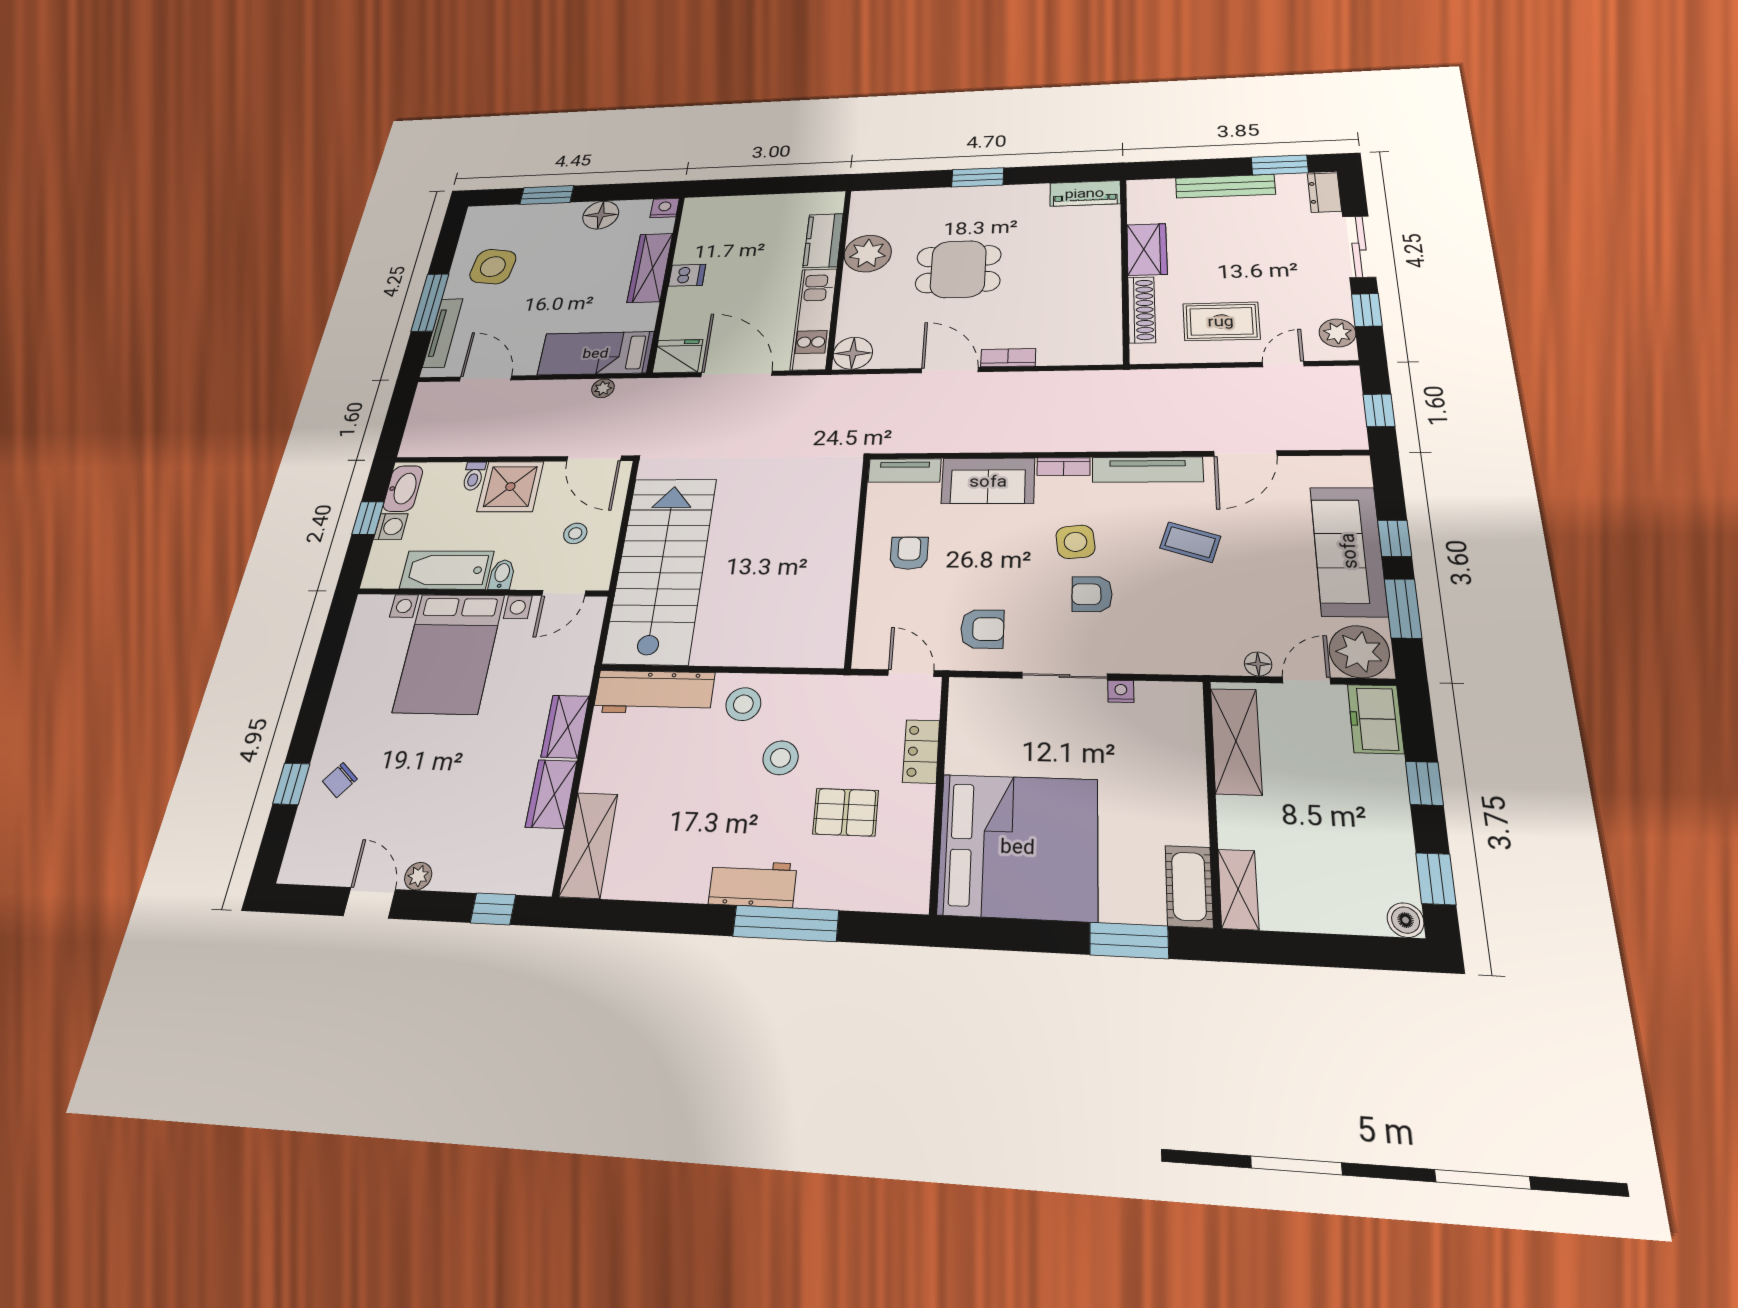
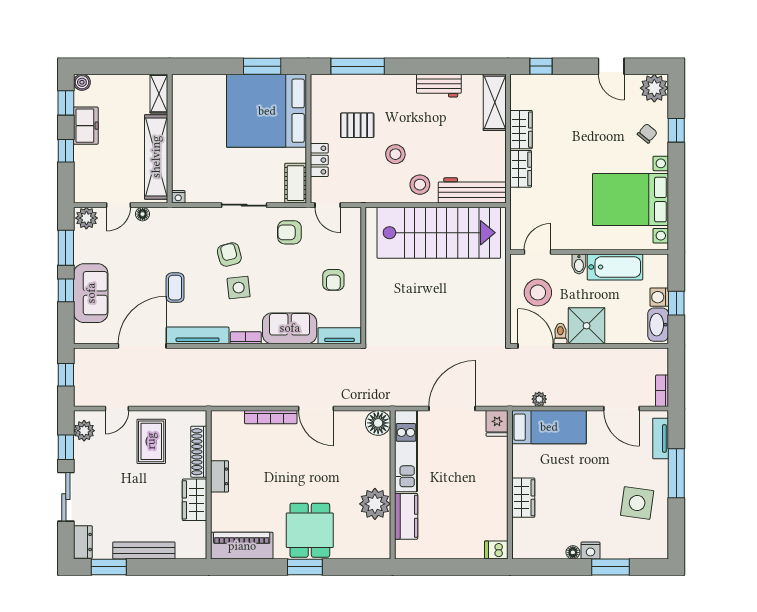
piano: (1085, 193) -> (242, 546), width x1.37, depth x1.33
nightstand: (665, 208) -> (591, 551), moved
floor lamp: (601, 215) -> (573, 552), width x0.53, depth x0.53
wardrobe: (650, 268) -> (523, 498), width x0.67
dining table: (958, 269) -> (310, 530), moved, turned 90
dishwasher: (687, 275) -> (496, 550), moved
dresser: (1107, 279) -> (220, 476), added
rug: (1221, 321) -> (151, 441), turned 90
tv unit: (443, 333) -> (661, 438), width x0.71
fridge: (678, 356) -> (497, 423), width x0.72
bookcase: (1008, 358) -> (271, 417), width x1.56
door: (736, 374) -> (452, 409), swing flipped
bookcase: (421, 402) -> (662, 391), added
door: (1245, 454) -> (142, 346), width x1.36
toilet: (474, 476) -> (560, 334), moved
stool: (575, 533) -> (538, 292), width x1.89, depth x1.89
coffee table: (1190, 542) -> (175, 288), turned 72
sofa: (1348, 551) -> (91, 293), width x0.73
stairs: (661, 569) -> (439, 233), moved, turned -90
armchair: (1092, 594) -> (229, 254), turned -105
plant: (1359, 652) -> (86, 218), width x0.73, depth x0.73
bed with nightstands: (449, 653) -> (631, 200), moved, turned -90
nightstand: (1121, 691) -> (178, 197), moved
freezer: (1376, 719) -> (86, 126), moved
shelving: (1236, 741) -> (156, 157), width x1.47
plant: (418, 876) -> (654, 88), moved, width x1.88, depth x1.88
workbench: (753, 884) -> (439, 86), moved
cot: (1189, 886) -> (296, 183), moved
window: (786, 923) -> (358, 66), moved
window: (1129, 940) -> (262, 66), moved

